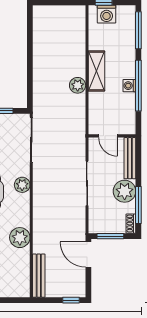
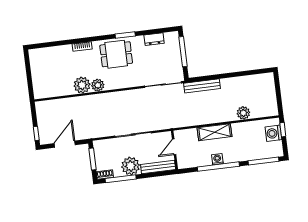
shelving: (96, 71) -> (215, 132), moved
plant: (78, 85) -> (243, 113), moved
plant: (22, 185) -> (98, 85), moved
door: (88, 254) -> (65, 144), moved
bench: (39, 276) -> (202, 86), moved

